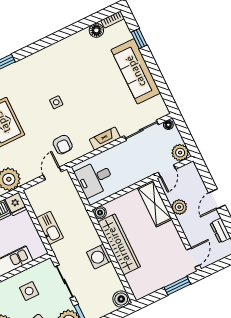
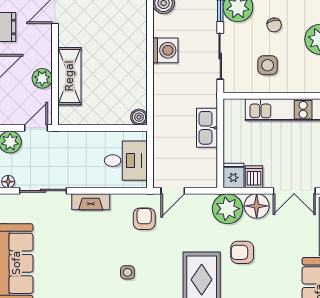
shelving: (155, 204) -> (69, 76), moved
wardrobe: (119, 244) -> (135, 69), removed
washing machine: (99, 257) -> (165, 50), moved

